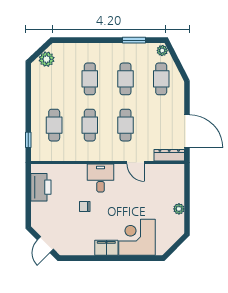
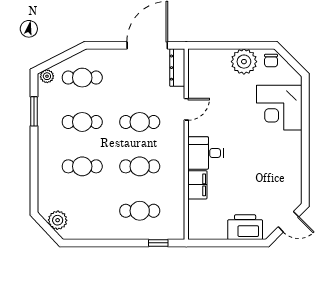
printer: (41, 187) -> (245, 227), moved
chair: (85, 206) -> (271, 61), moved
plant: (179, 209) -> (244, 62), width x1.88, depth x1.88
filing cabinet: (106, 248) -> (197, 185), moved, turned 180

